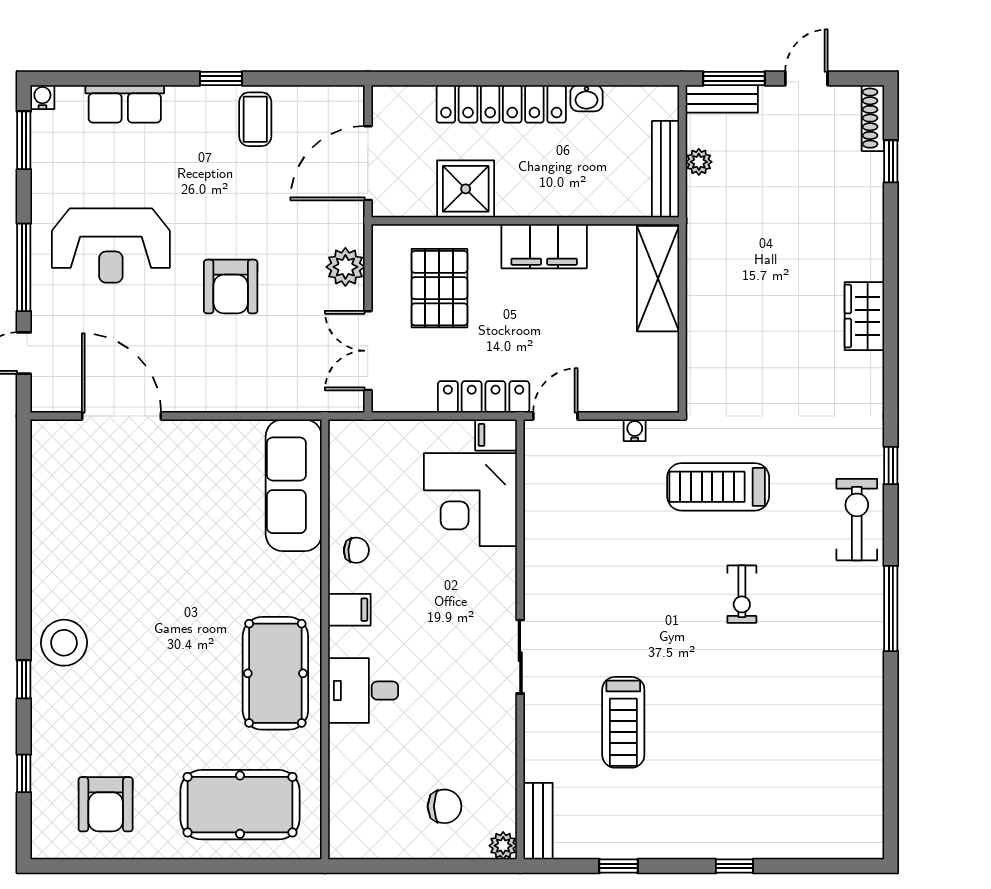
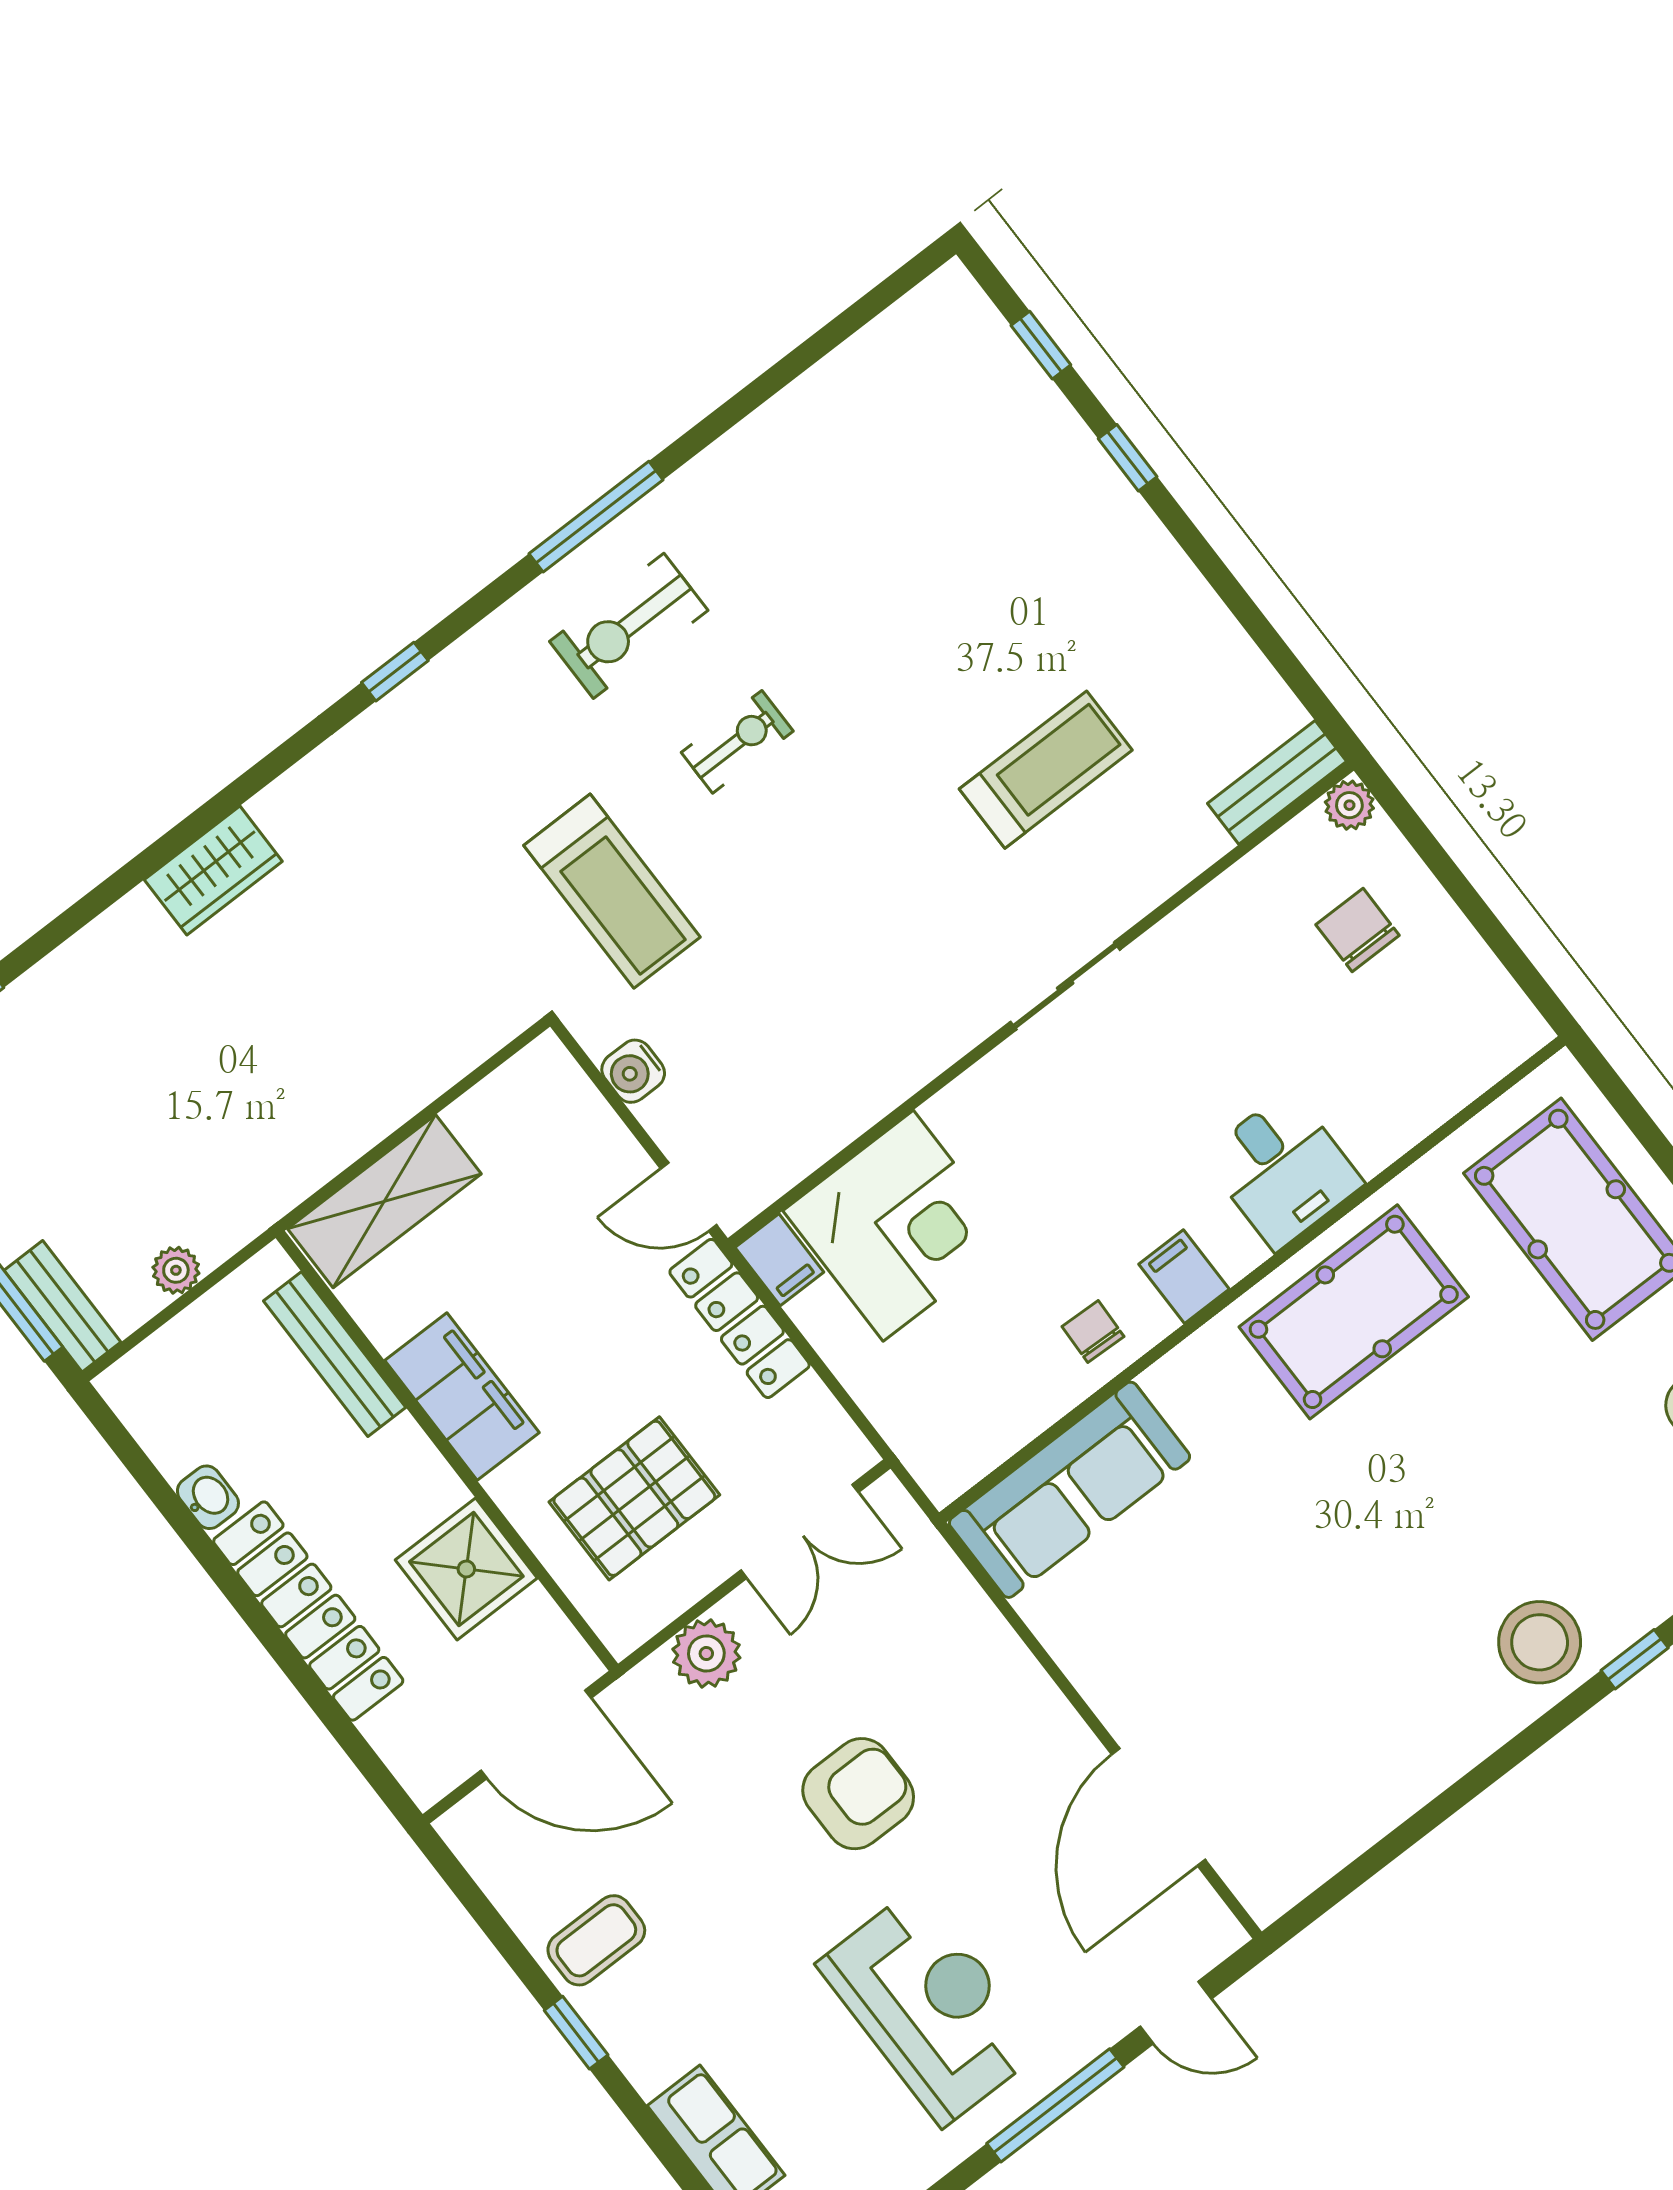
bench: (665, 169) -> (335, 1354), moved, turned 90
water cooler: (635, 430) -> (633, 1071), width x1.38, depth x1.38
exercise bike: (857, 520) -> (629, 626), moved
window: (619, 866) -> (1041, 345), moved

